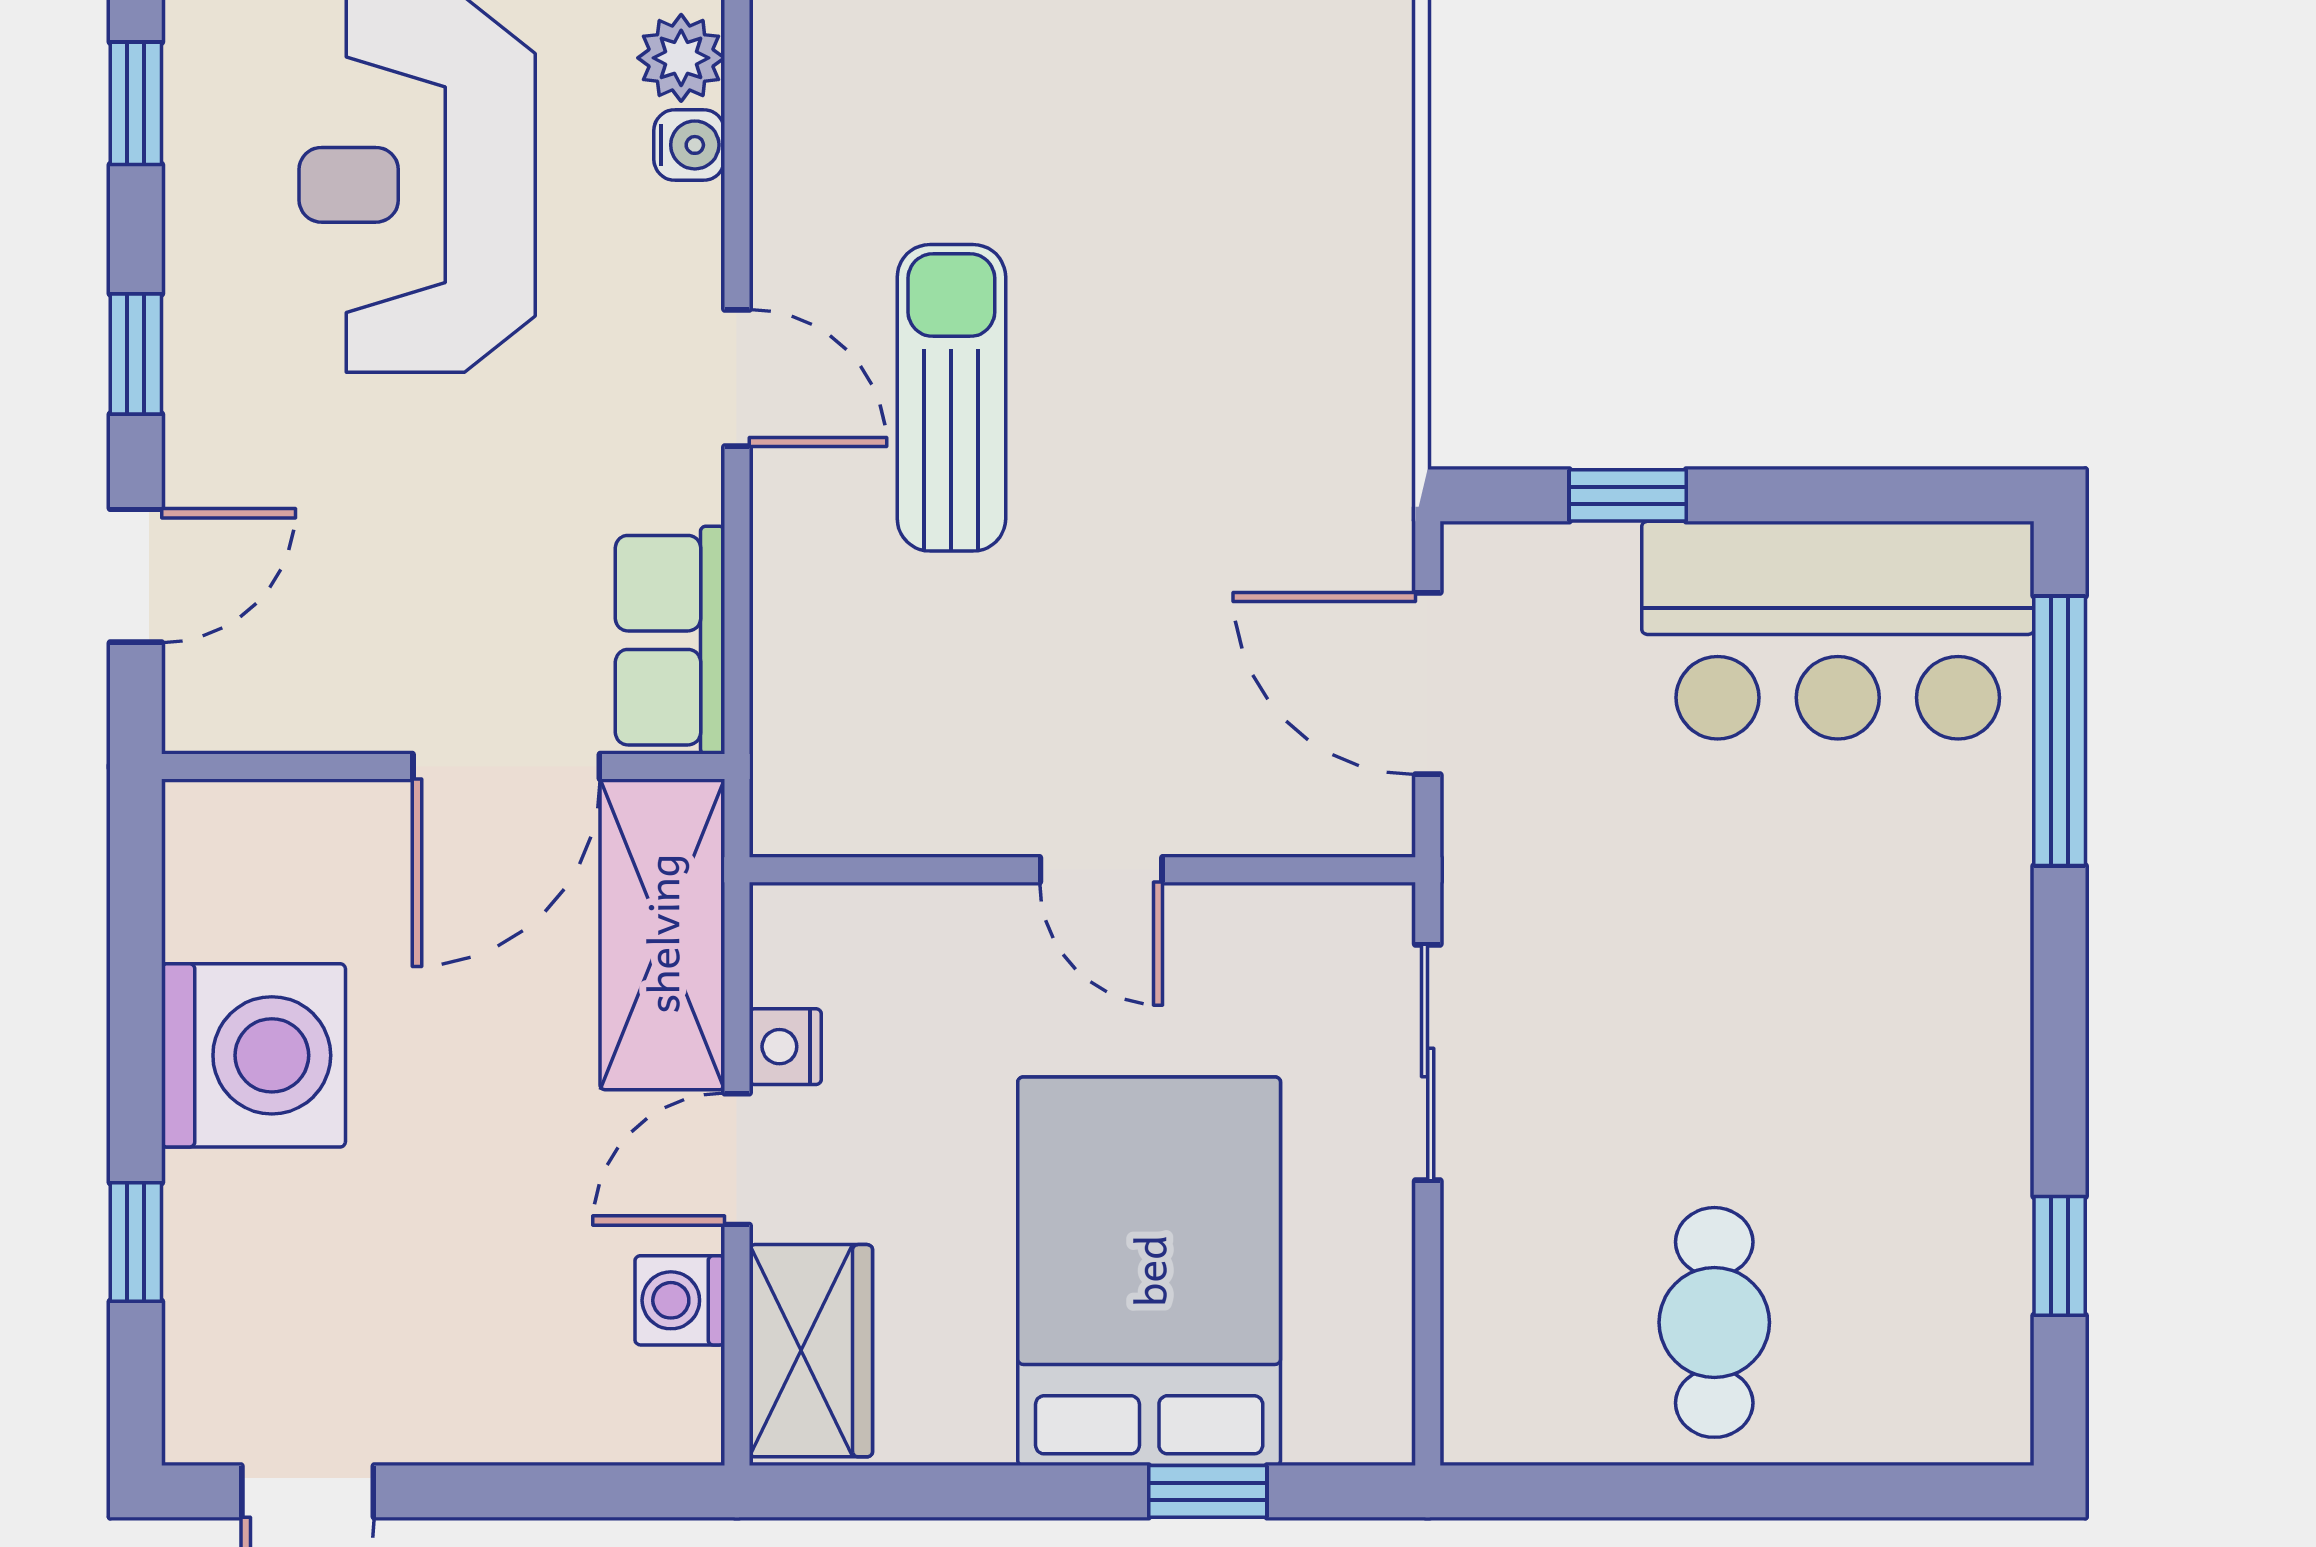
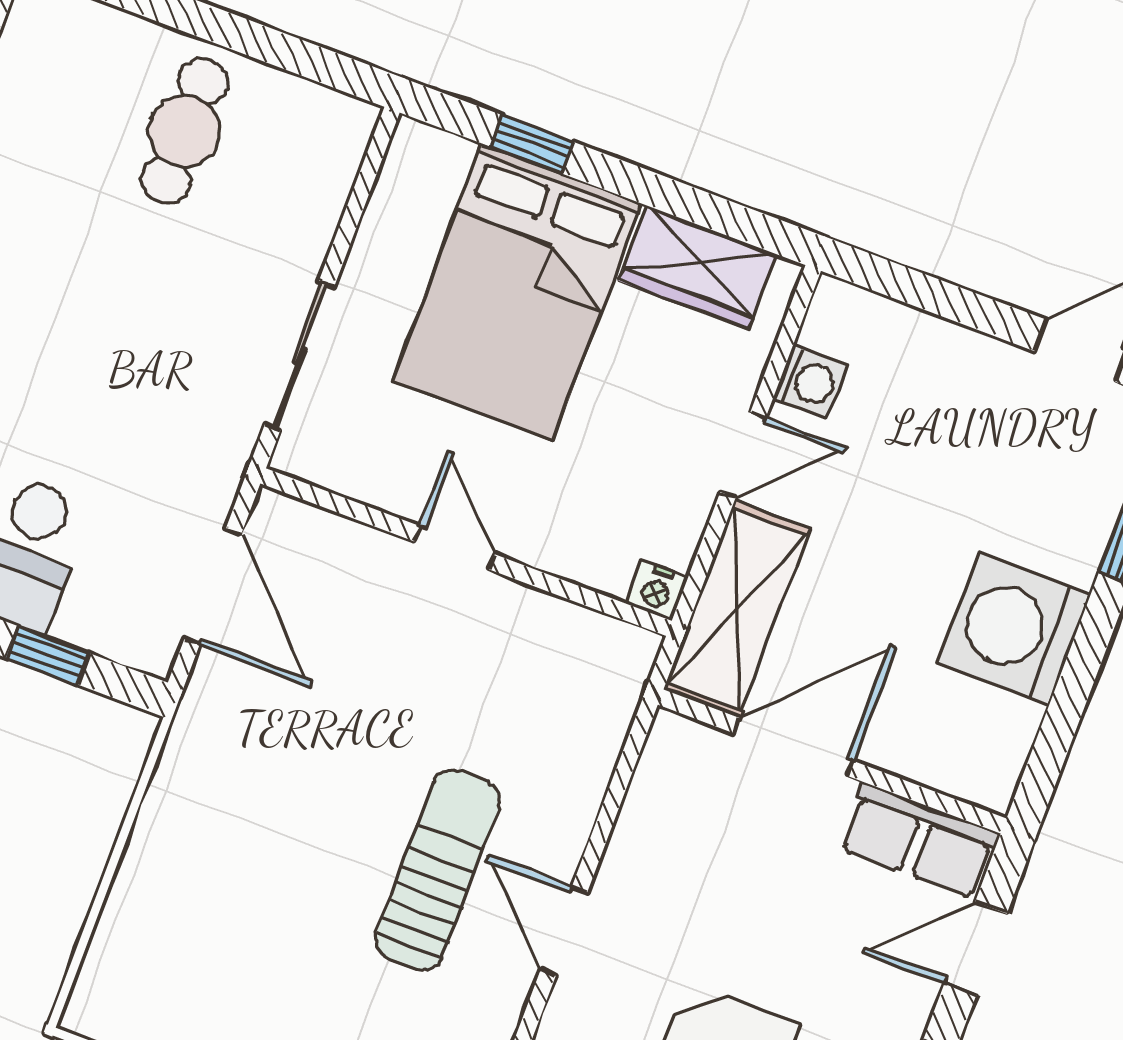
sun lounger: (951, 398) -> (438, 870), turned 180
row of seats: (670, 640) -> (919, 841), moved, turned 90
nightstand: (785, 1047) -> (657, 590), moved, turned 90
wardrobe: (811, 1351) -> (697, 267), moved, turned -90

